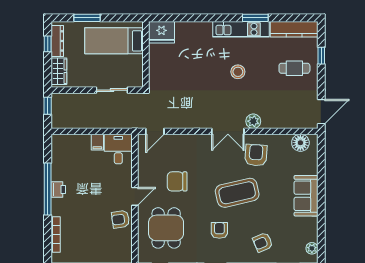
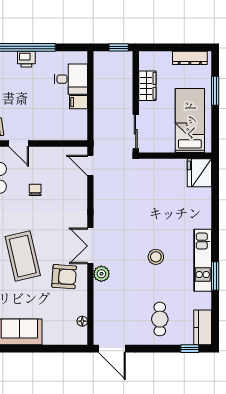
kitchen counter: (294, 29) -> (203, 327), width x0.67
window: (48, 44) -> (187, 47), removed
window: (321, 56) -> (190, 349), moved
wardrobe: (59, 71) -> (147, 86), moved, turned -90
sliding door: (112, 90) -> (136, 132), moved
floor lamp: (300, 143) -> (82, 321), width x0.53, depth x0.53
desk: (118, 149) -> (71, 79), moved
chair: (177, 181) -> (35, 190), width x0.54, depth x0.54

